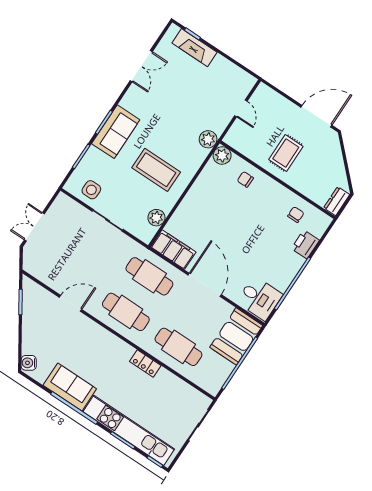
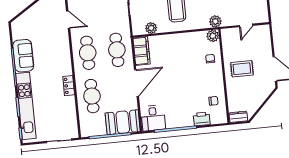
water cooler: (29, 363) -> (18, 23), removed

